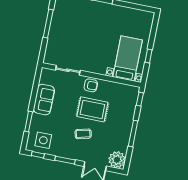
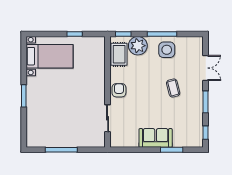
bed with nightstands: (128, 58) -> (49, 56), moved, turned 180
sofa: (44, 100) -> (156, 138), moved
rug: (92, 109) -> (119, 54), moved, width x0.73, depth x0.70
side table: (43, 140) -> (167, 50), moved
plant: (117, 160) -> (138, 46), moved

